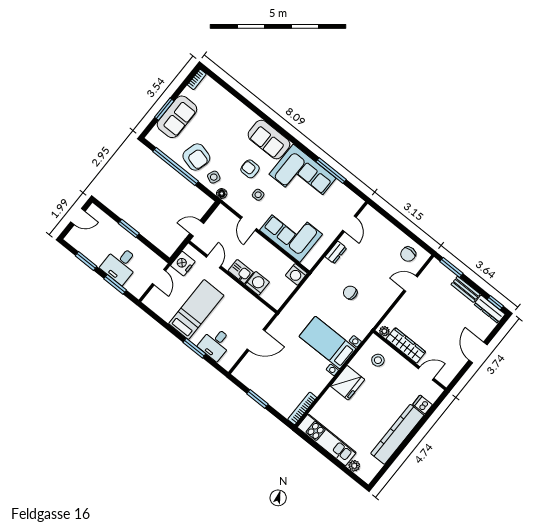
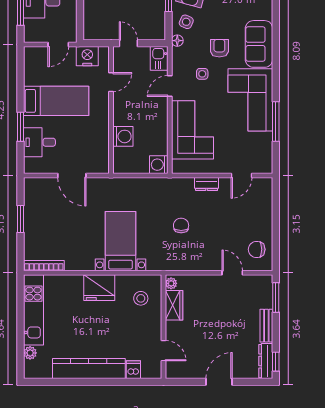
kitchen sink: (241, 272) -> (159, 58), moved, turned 180
wardrobe: (406, 345) -> (174, 305), width x0.67

